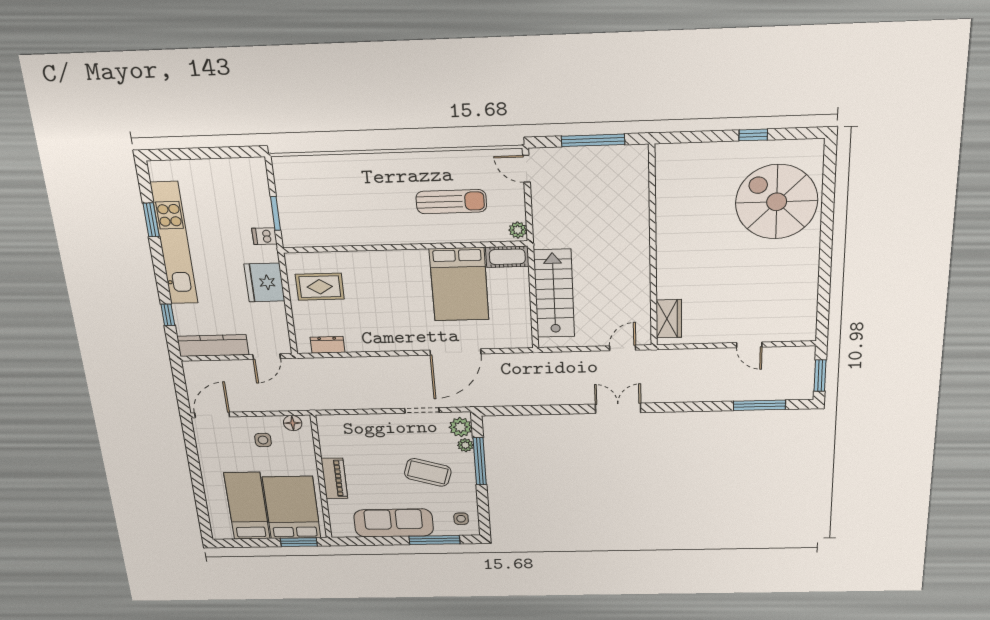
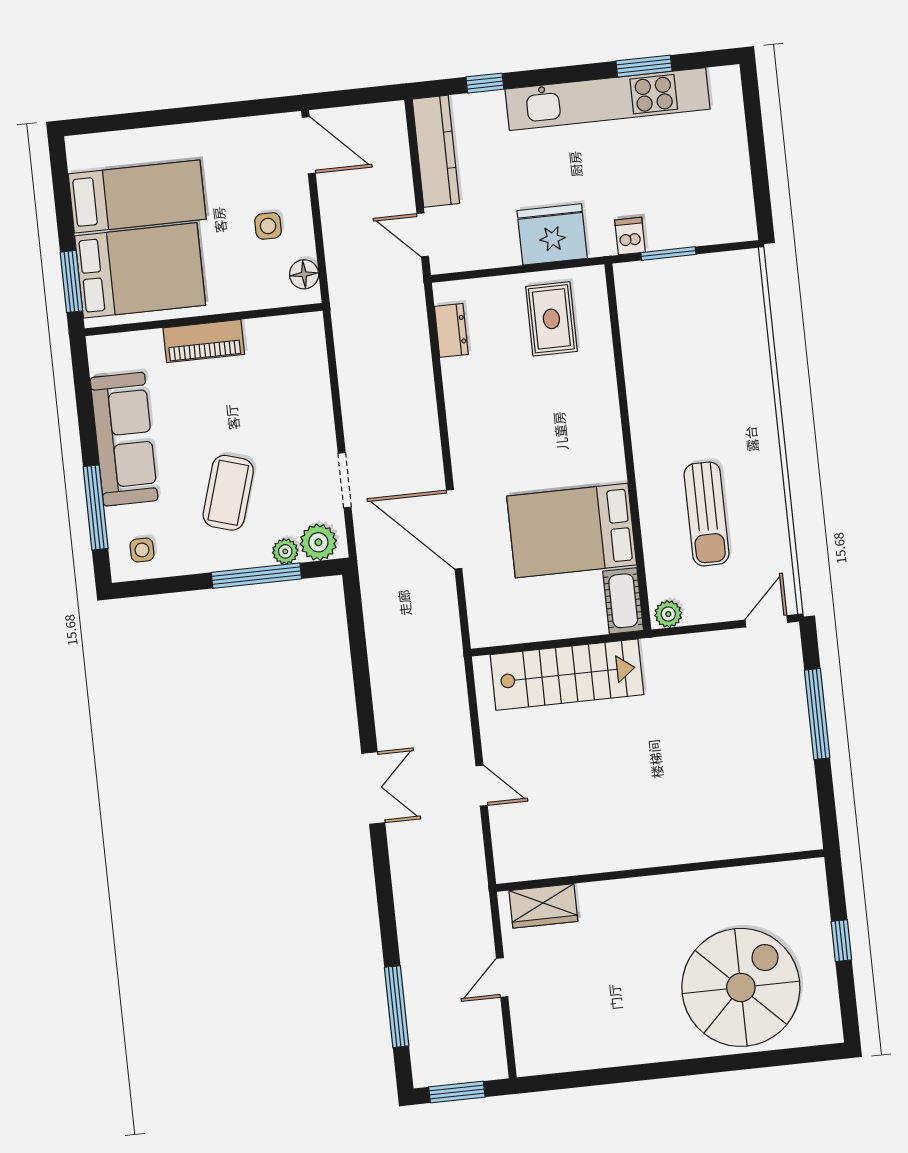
wall: (653, 248) -> (660, 870), moved
wardrobe: (669, 319) -> (543, 906), moved

